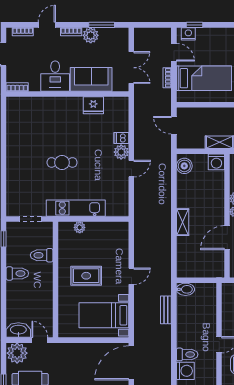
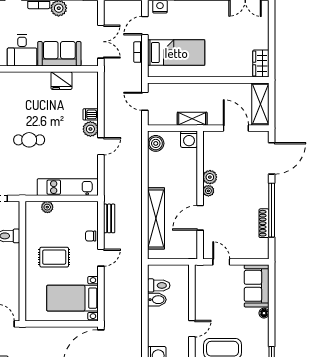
door: (174, 52) -> (145, 26), swing flipped
kitchen unit: (76, 208) -> (68, 187), moved
shelving: (183, 222) -> (156, 218), width x2.20, depth x1.33
chair: (121, 255) -> (91, 236), added
bidet: (185, 289) -> (157, 300), moved
bench: (166, 310) -> (109, 218), moved
toilet: (187, 354) -> (159, 285), moved

